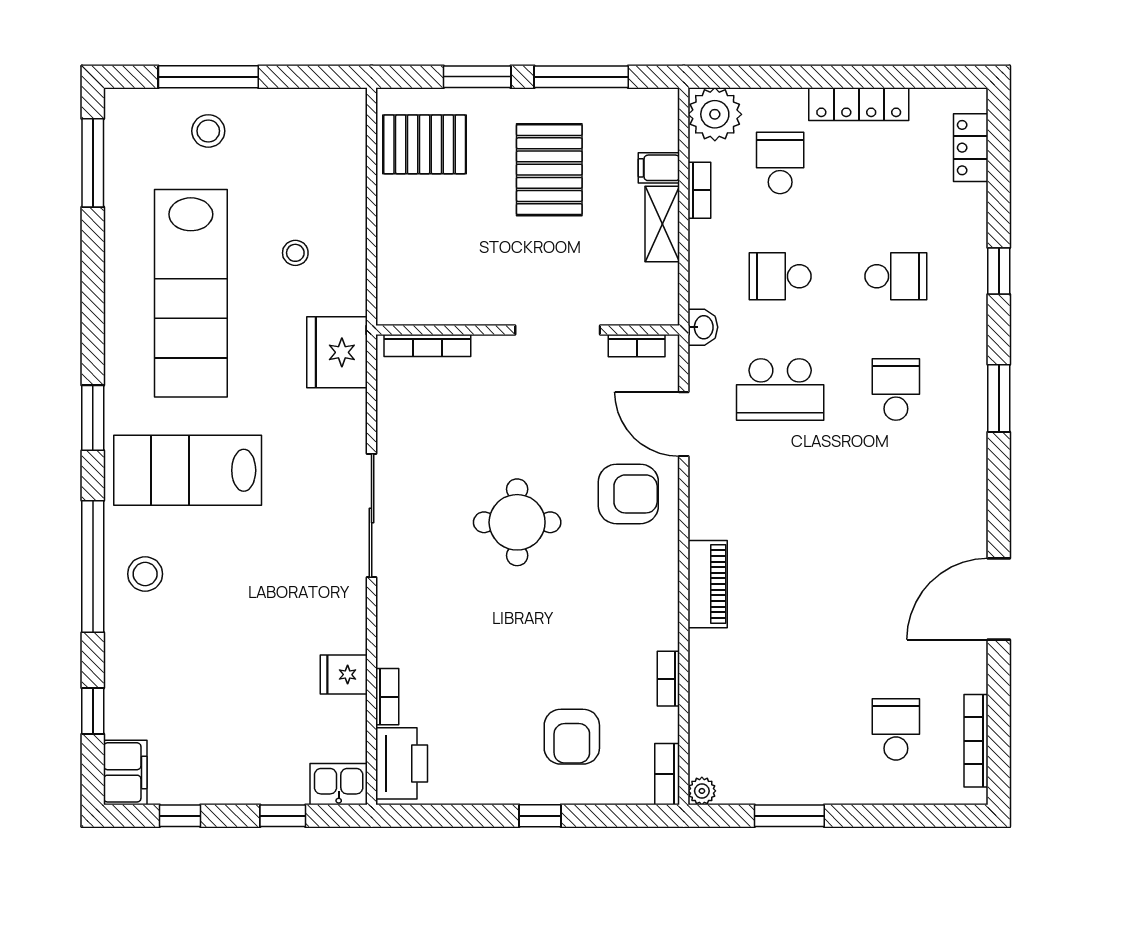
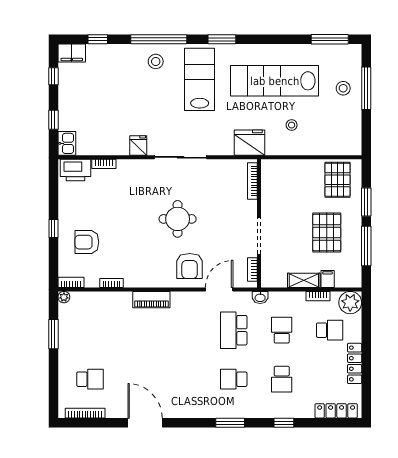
locker: (971, 148) -> (336, 411), width x1.53
pallet: (549, 170) -> (327, 233), turned 90
school desk: (896, 390) -> (234, 379), turned 180
fridge: (344, 675) -> (138, 146), moved

